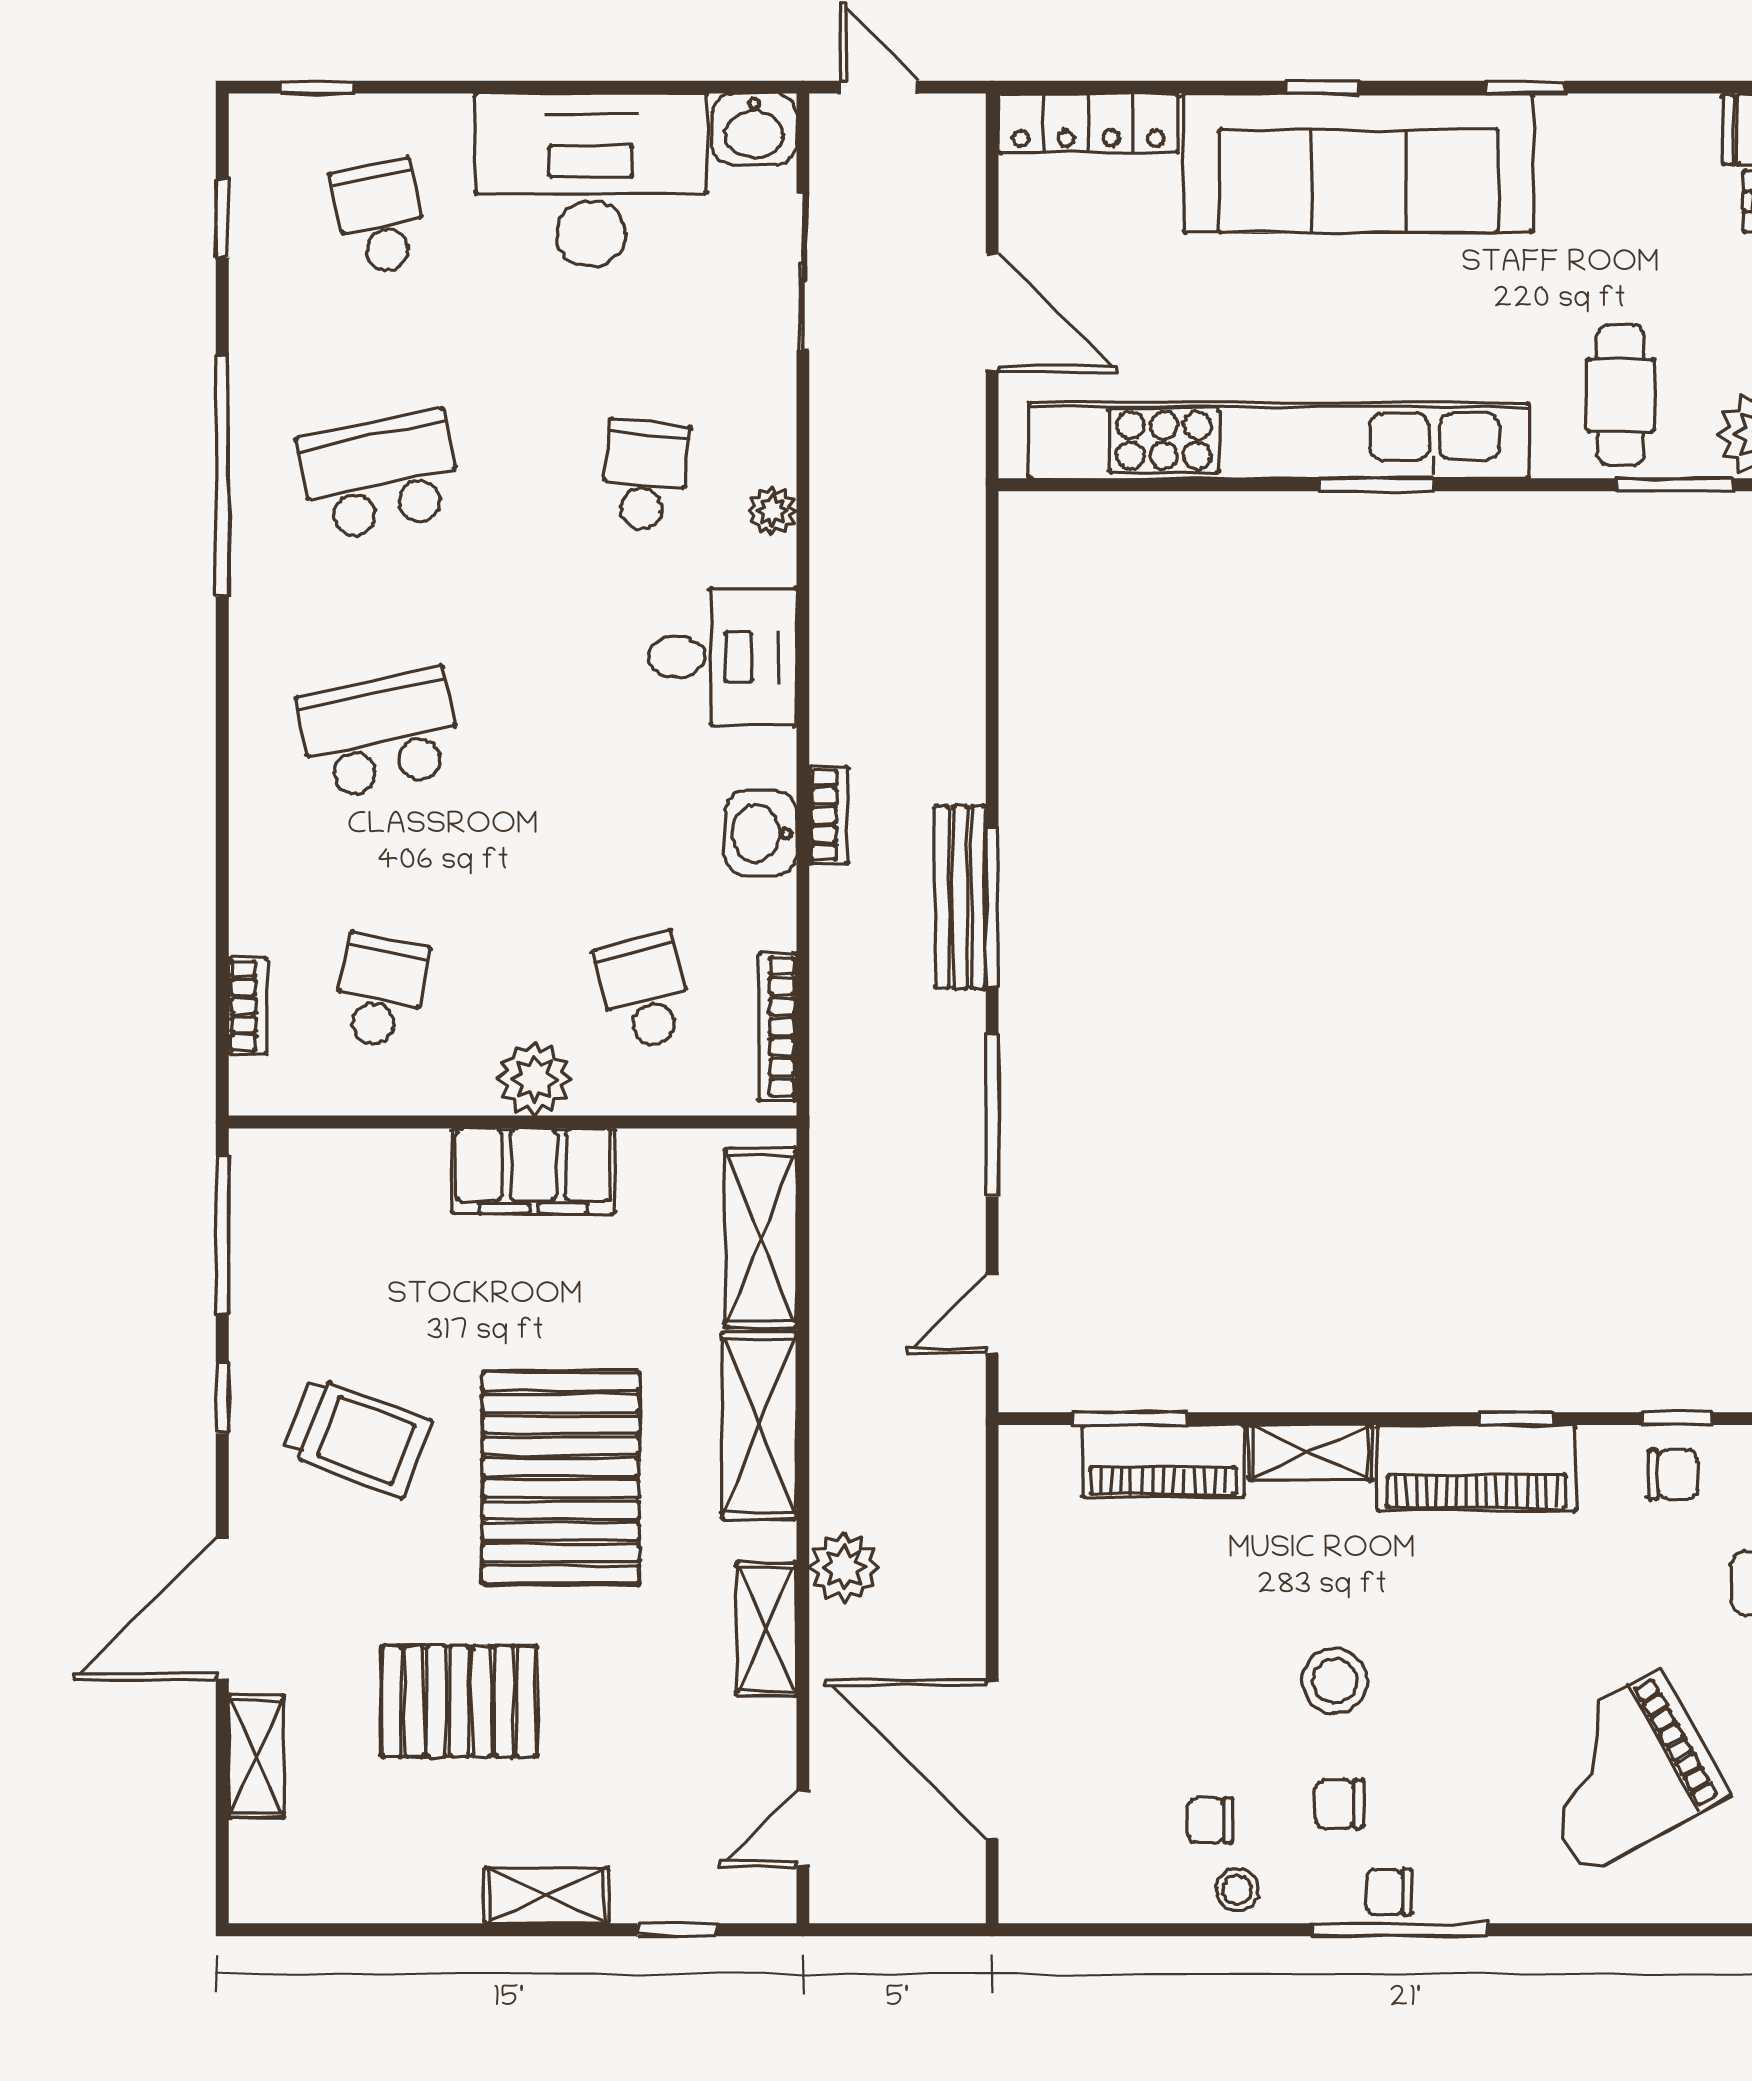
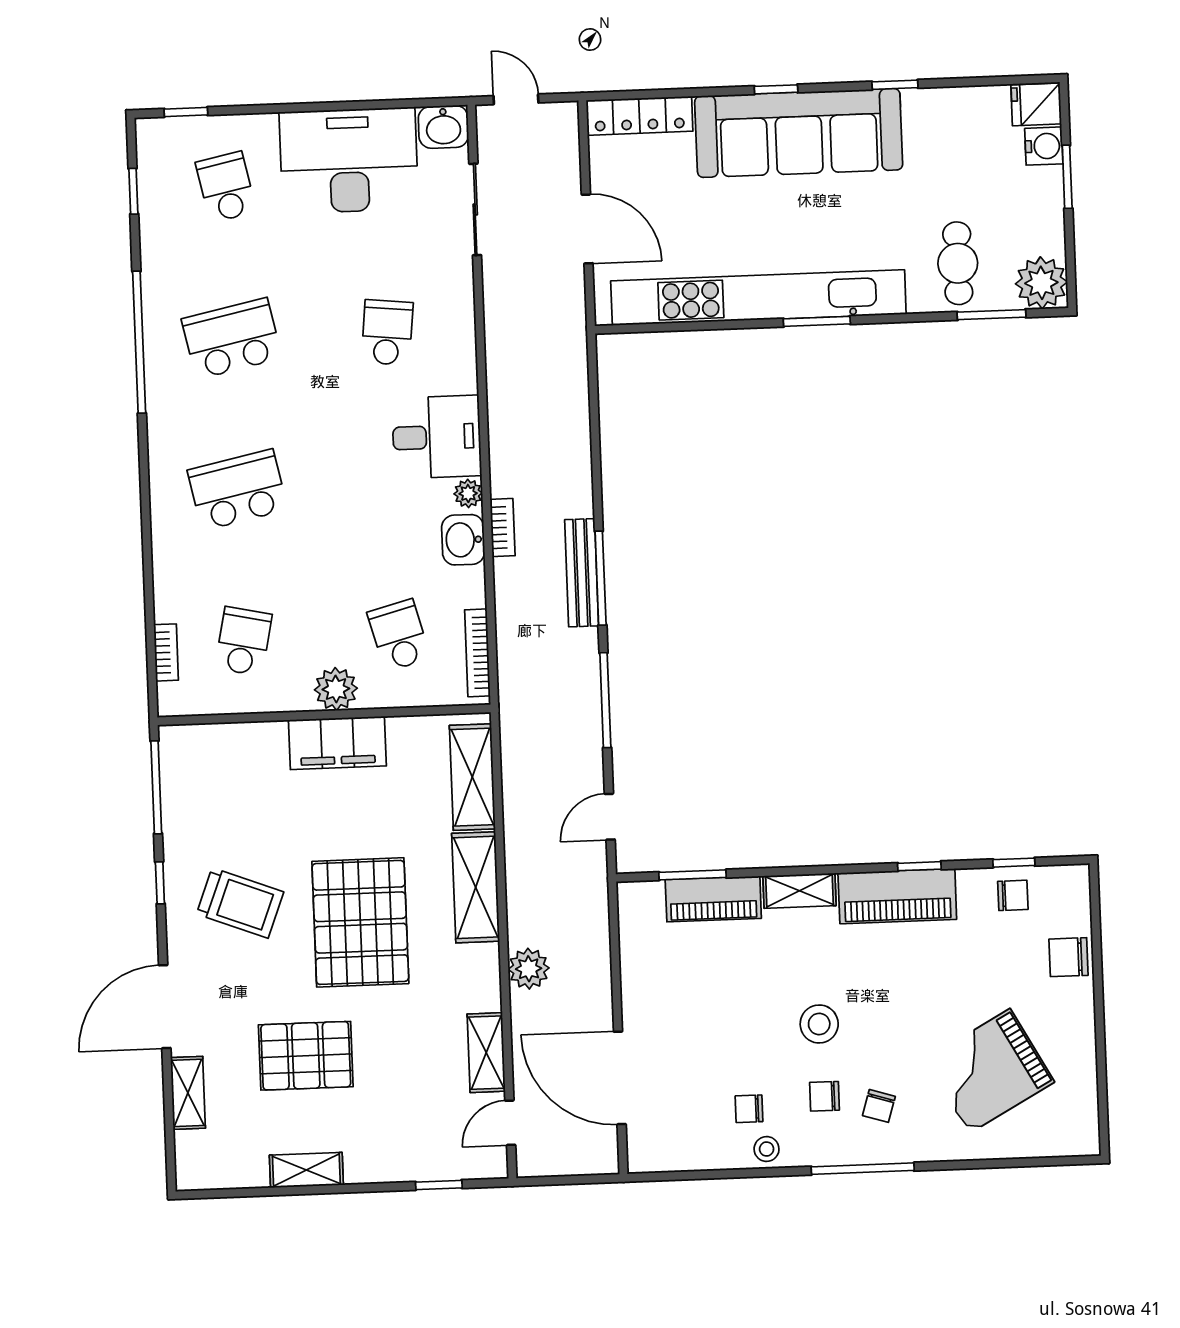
plant: (772, 511) -> (468, 493), moved
shelving: (766, 1629) -> (486, 1053), moved
chair: (1389, 1892) -> (879, 1106), moved, turned -73
shelving: (547, 1896) -> (306, 1170), moved

